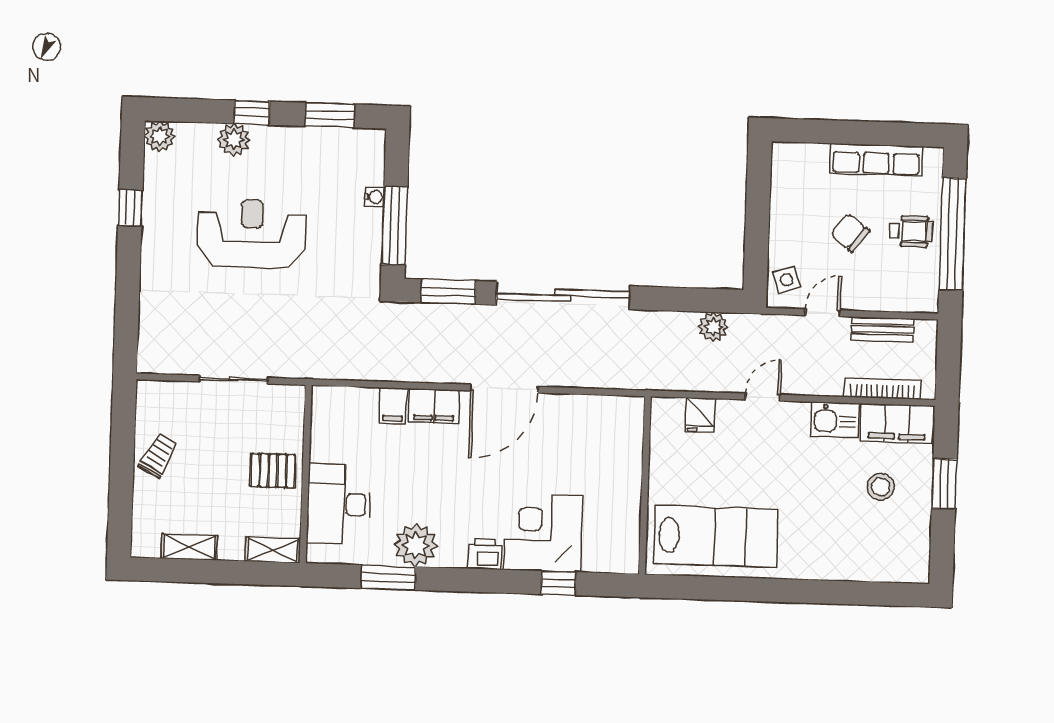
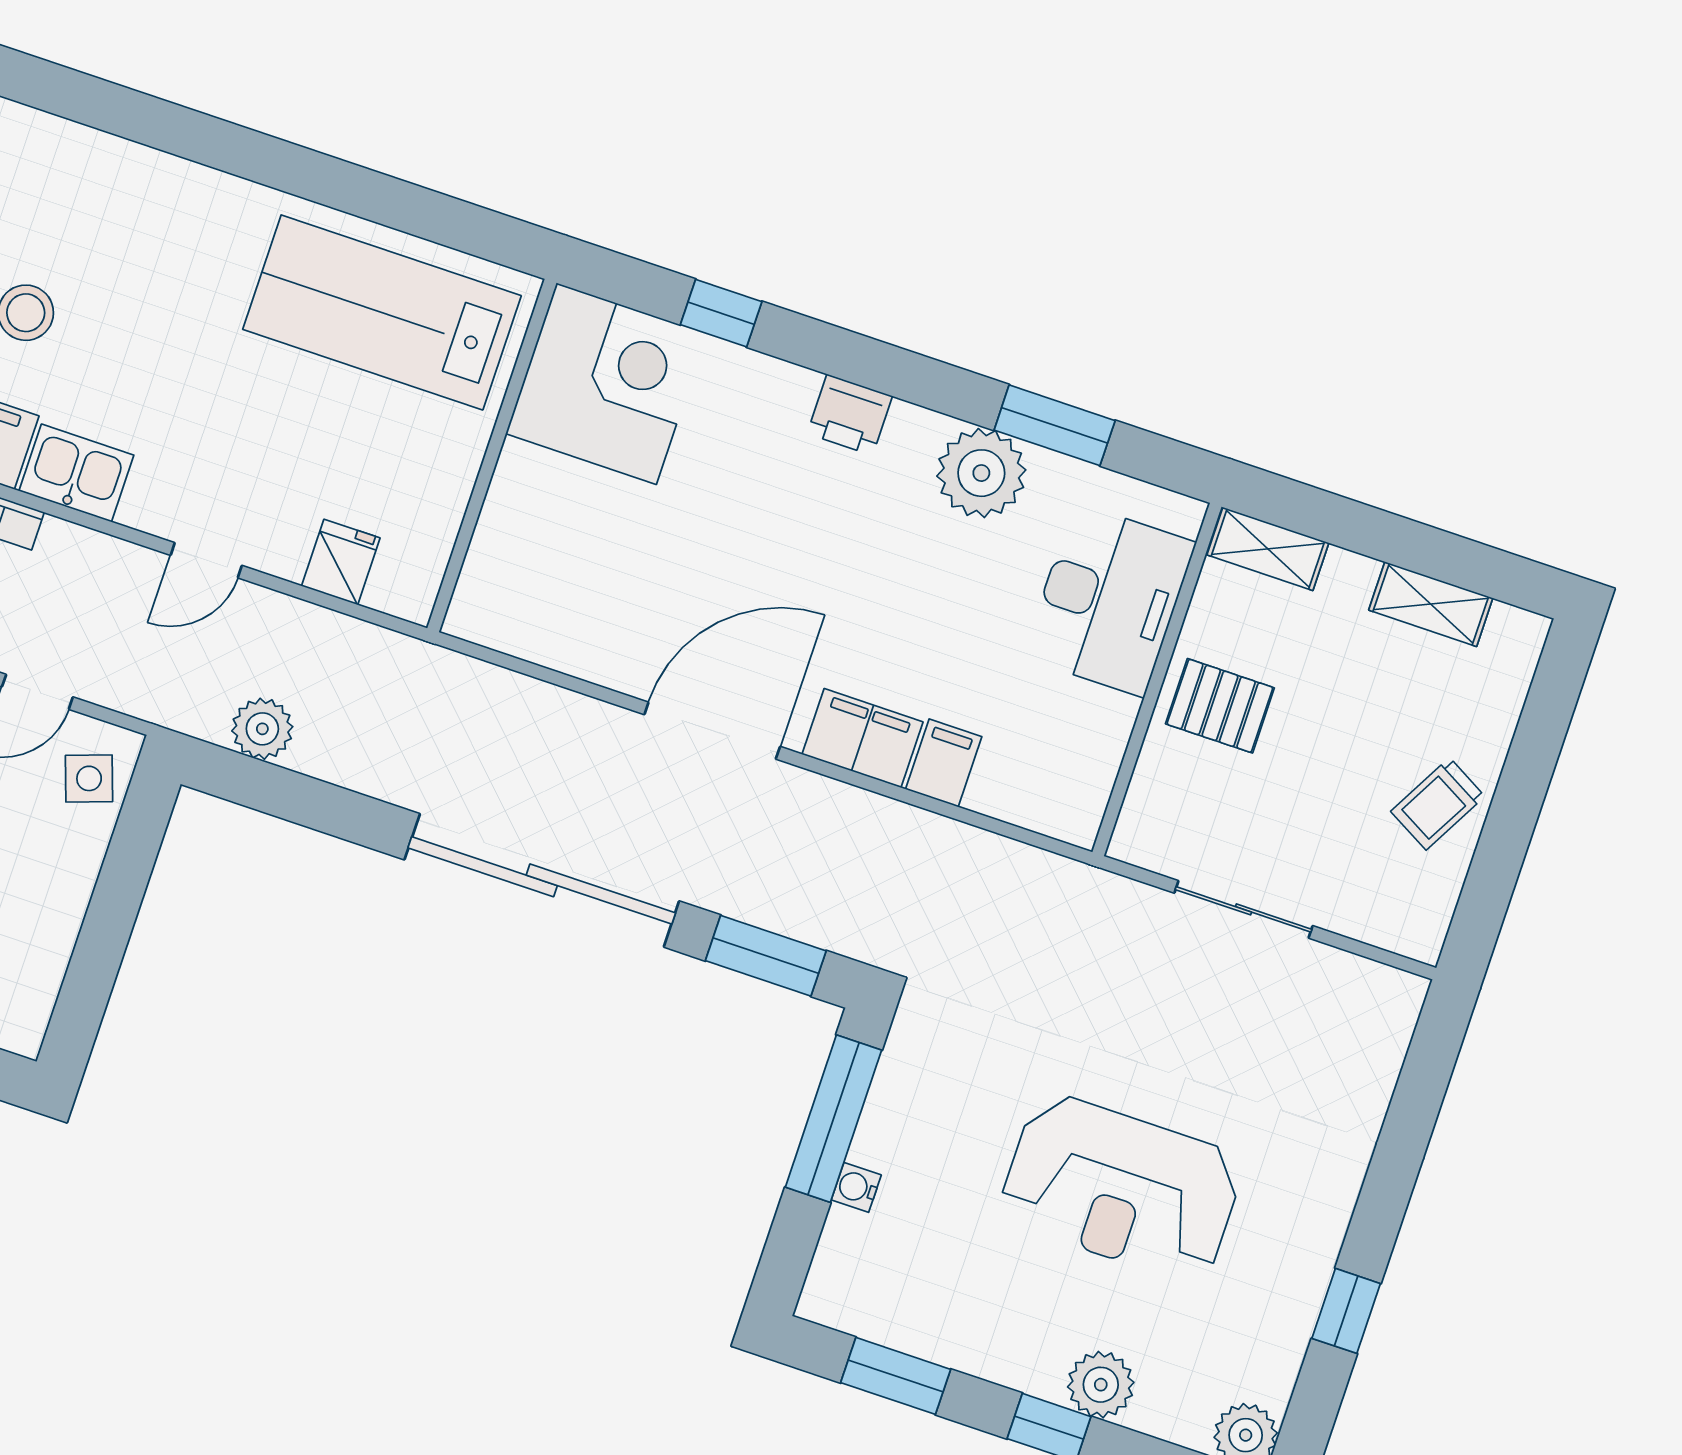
corner desk: (543, 533) -> (606, 384), moved, turned -90

